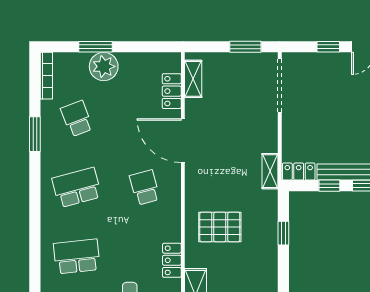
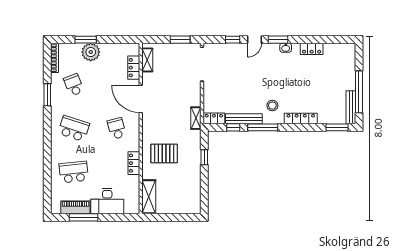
school desk: (77, 187) -> (74, 128), turned 33
locker: (172, 260) -> (134, 163), moved

